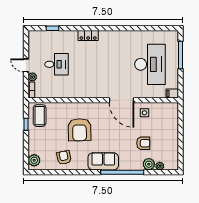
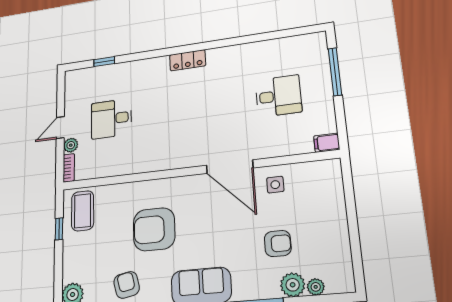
locker: (88, 35) -> (188, 60), moved
desk: (57, 64) -> (111, 119), turned 180
desk: (150, 64) -> (278, 96), width x0.53, depth x0.77
door: (26, 65) -> (60, 128), hinge flipped
armchair: (80, 130) -> (154, 229), turned 91

